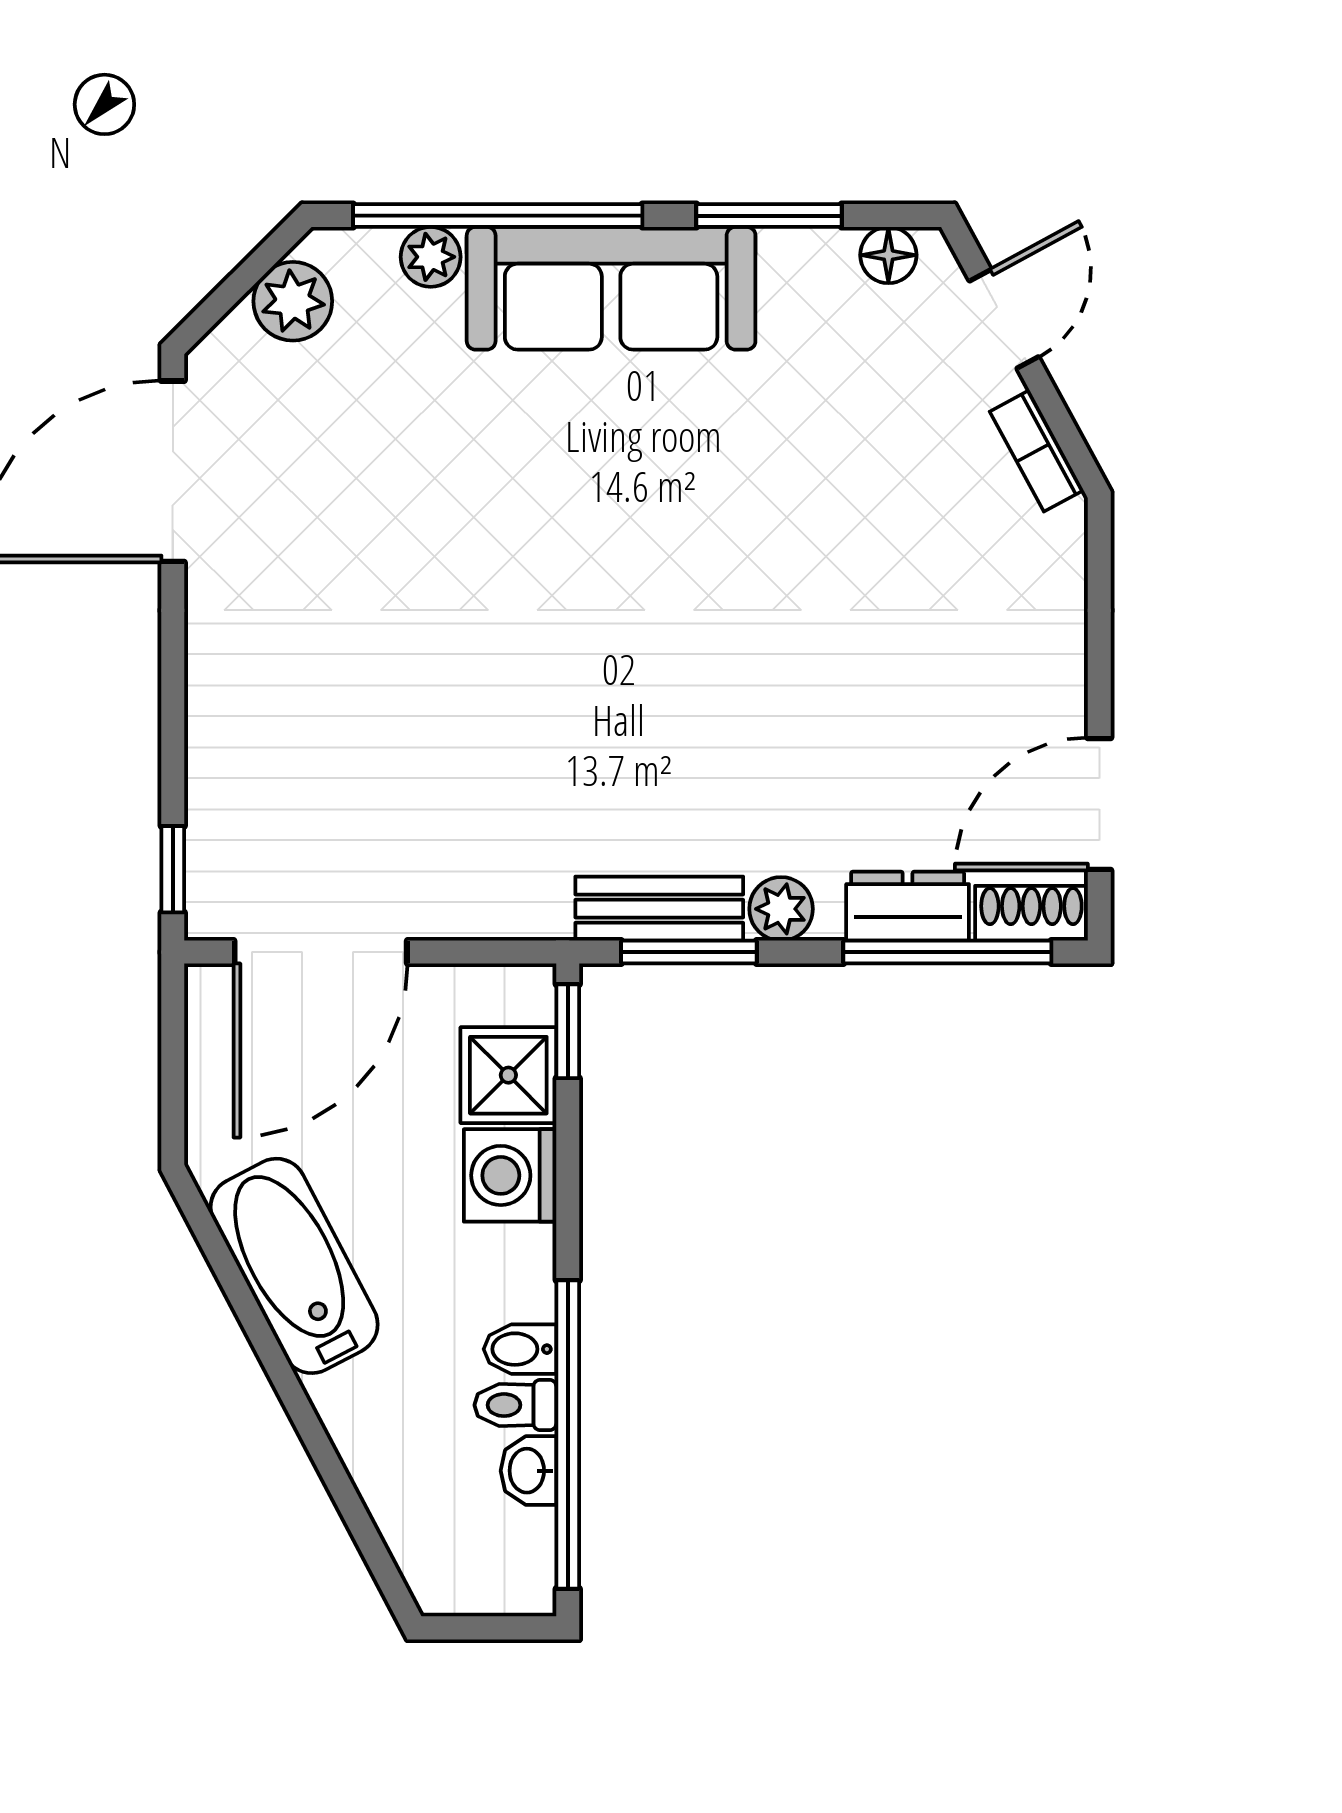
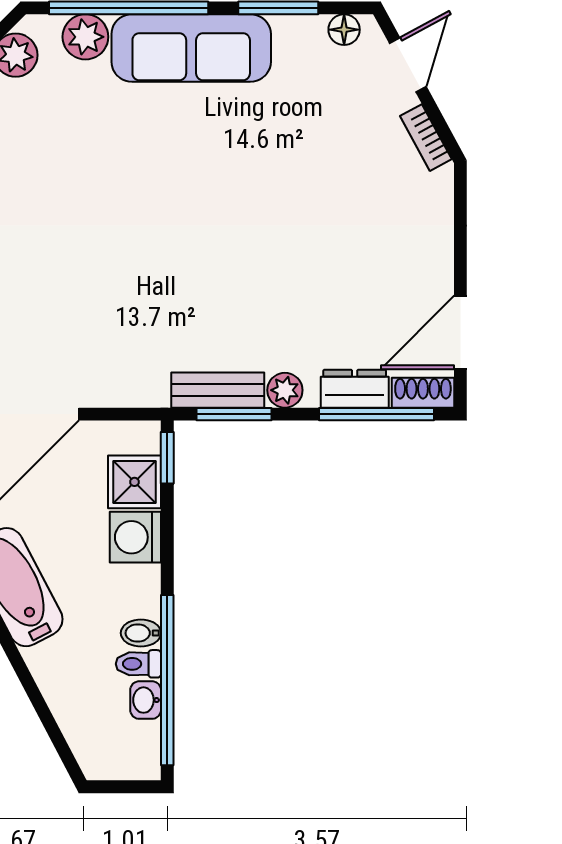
plant: (431, 257) -> (85, 37), width x1.38, depth x1.38

